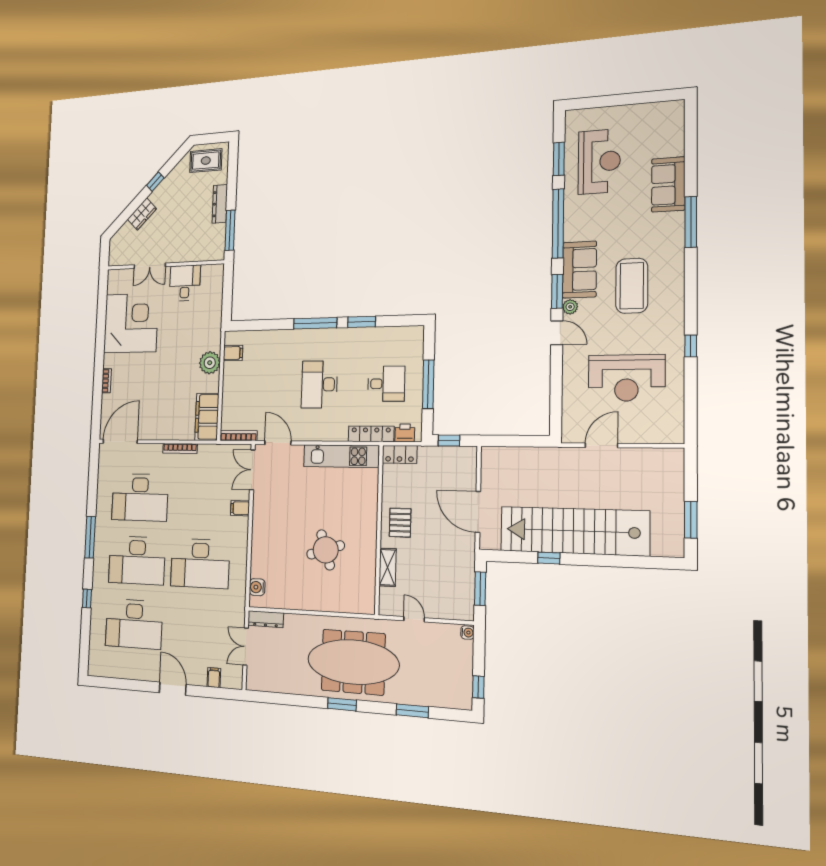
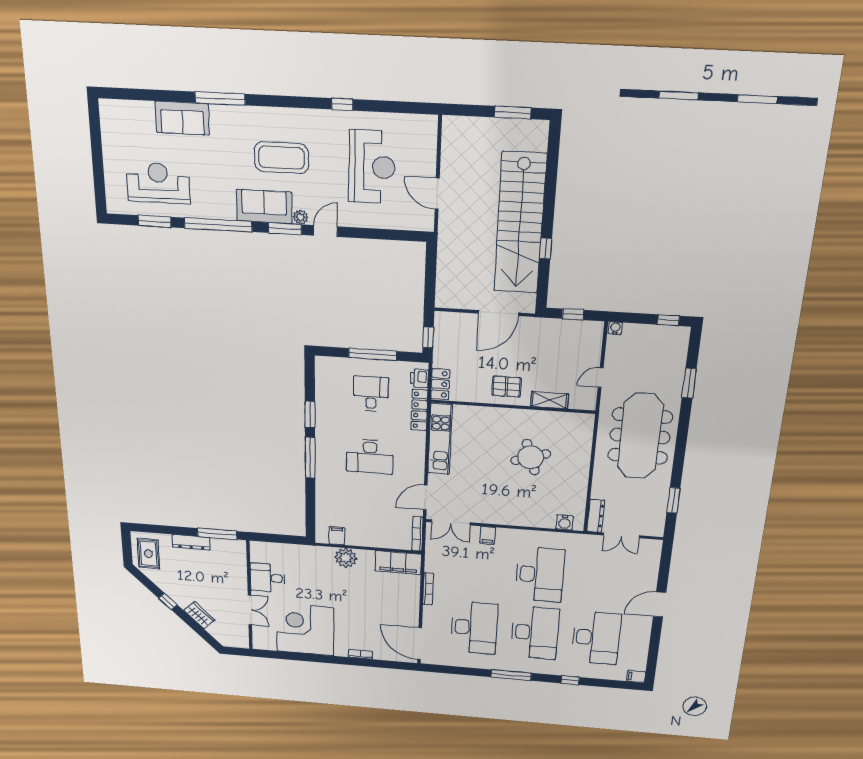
window: (480, 589) -> (573, 314), width x0.67
filing cabinet: (214, 678) -> (636, 677), moved
window: (342, 704) -> (673, 500), moved

